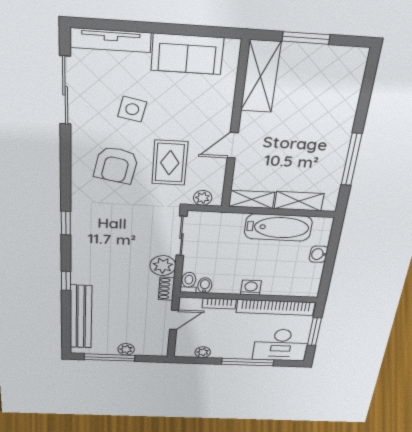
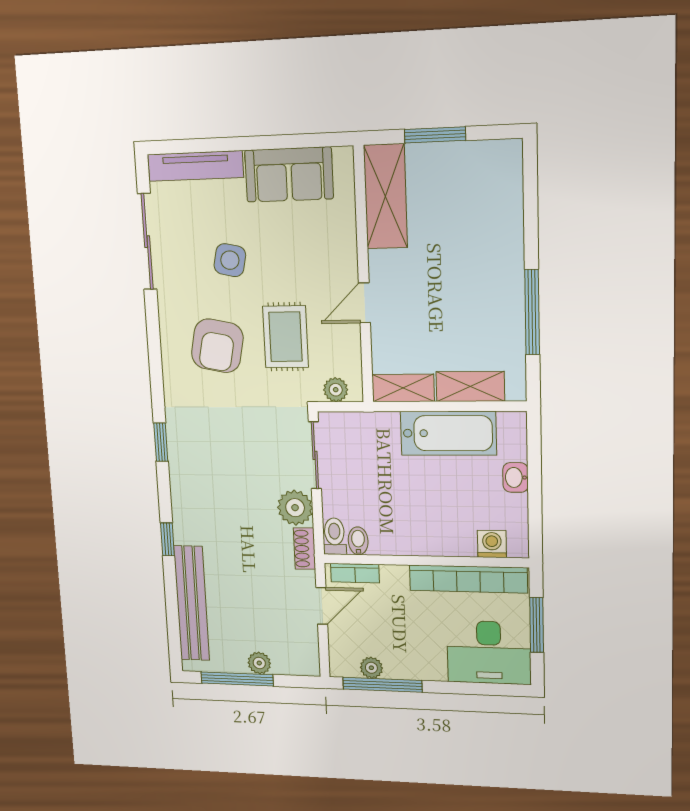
washing machine: (251, 288) -> (492, 544), moved
bookcase: (219, 304) -> (355, 573), moved
window: (248, 362) -> (382, 685), moved

